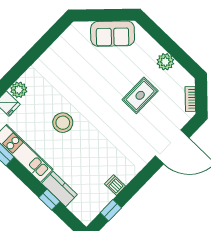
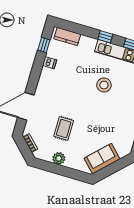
kitchen counter: (59, 189) -> (67, 36), moved
window: (49, 200) -> (105, 37), moved

